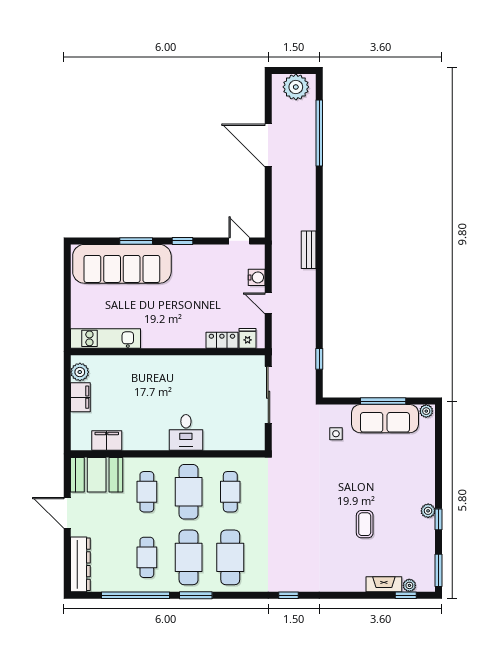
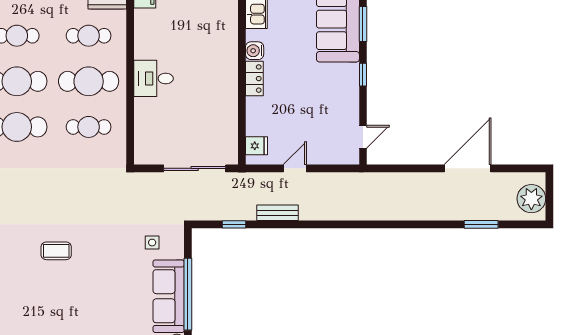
window: (319, 133) -> (481, 224), width x0.47
bench: (309, 250) -> (277, 213), moved
water cooler: (257, 277) -> (255, 51), moved, turned 90
locker: (222, 340) -> (254, 79), moved
window: (383, 401) -> (188, 294), width x1.46
coffee table: (365, 524) -> (56, 251), moved

